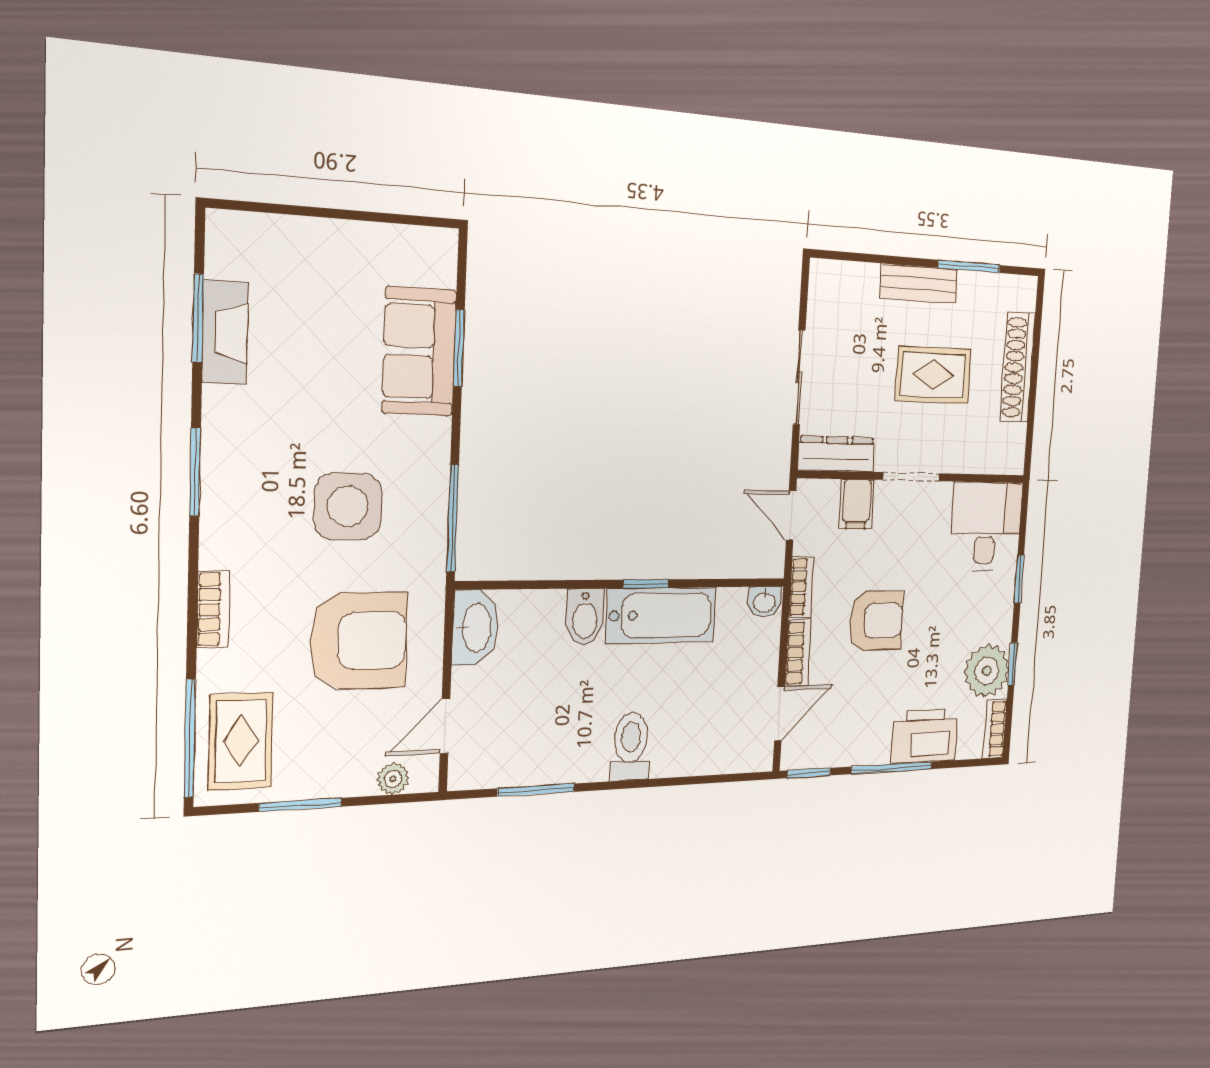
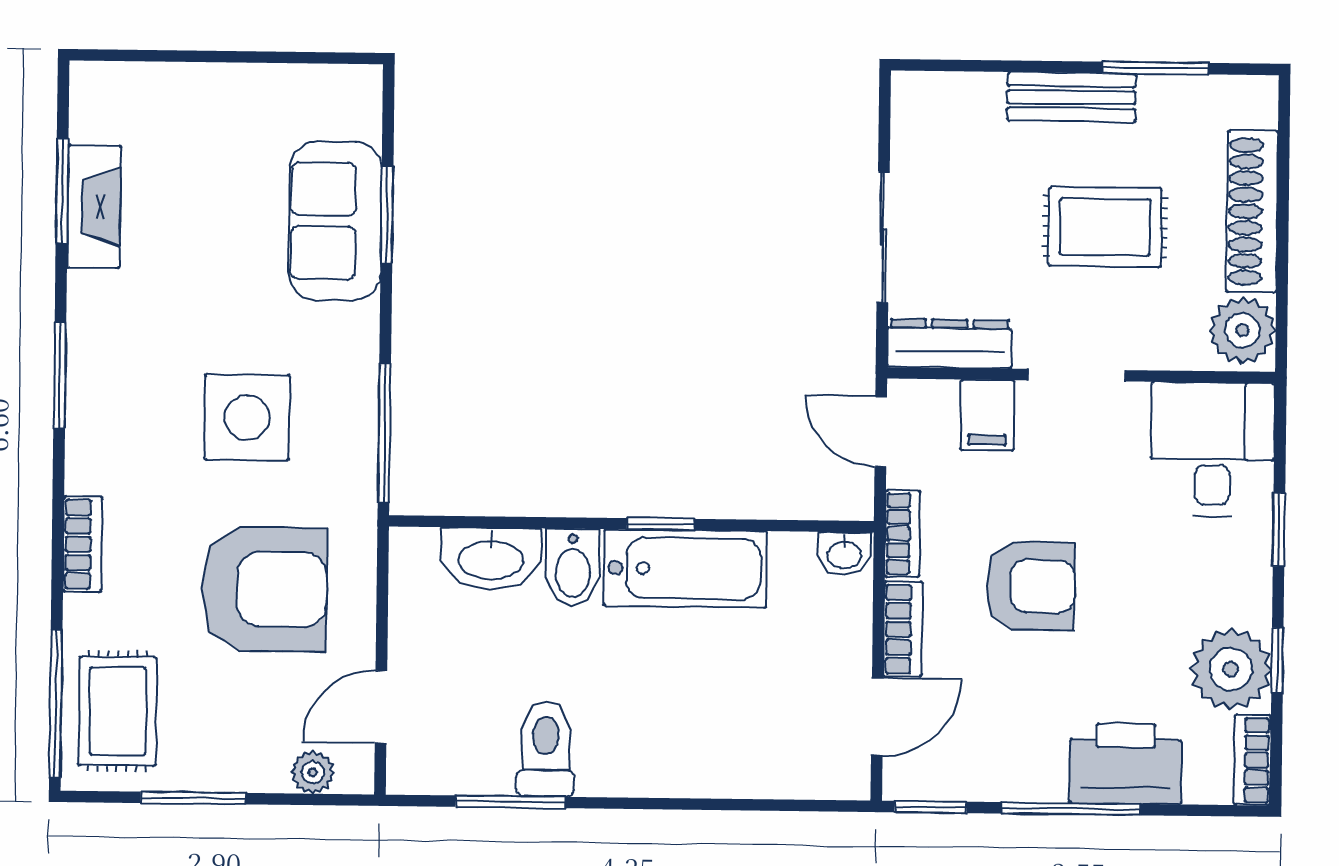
plant: (1007, 447) -> (1242, 330), added
washbasin: (475, 628) -> (491, 559), moved, turned 90
toilet: (631, 746) -> (546, 749), moved

